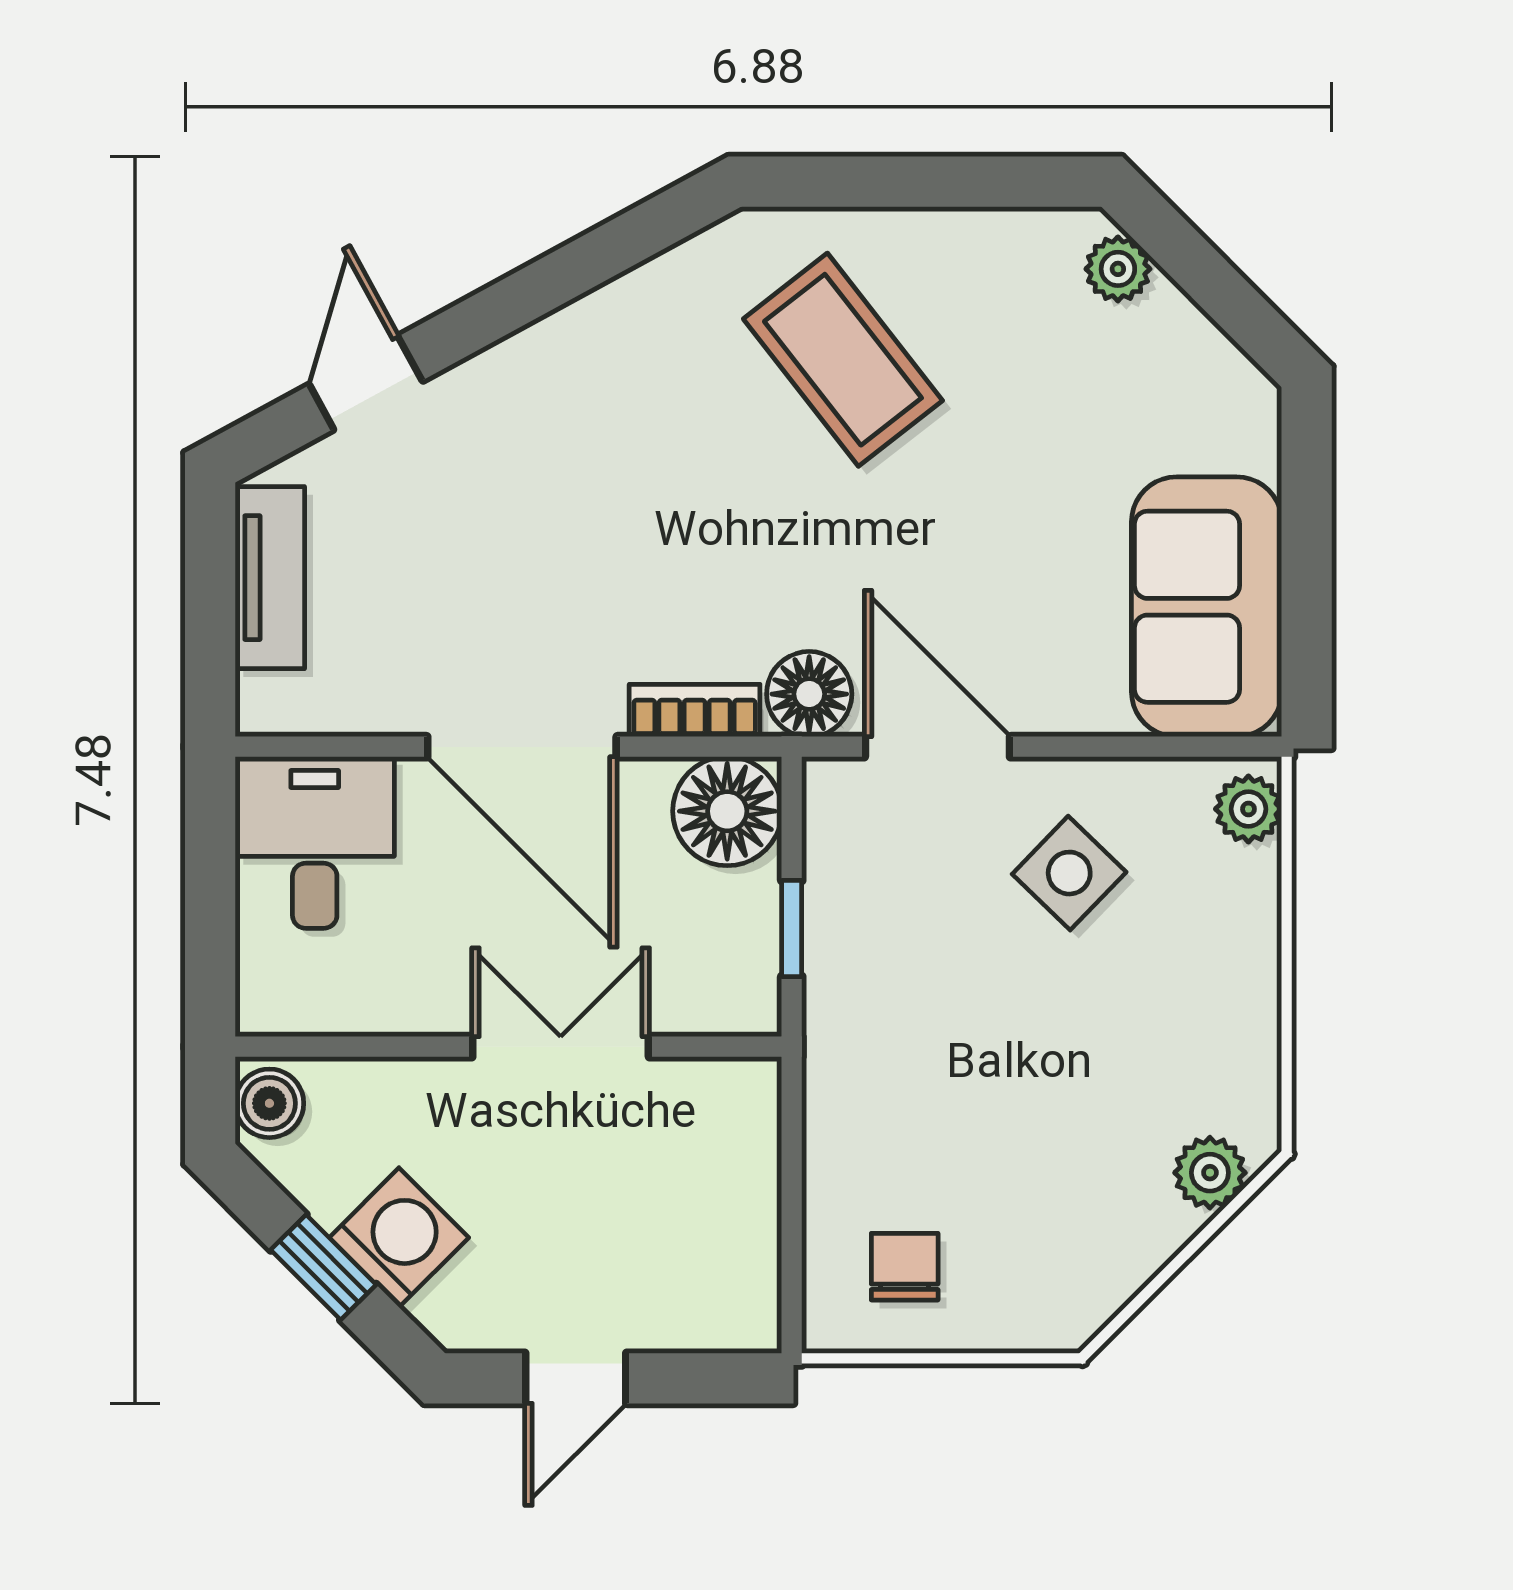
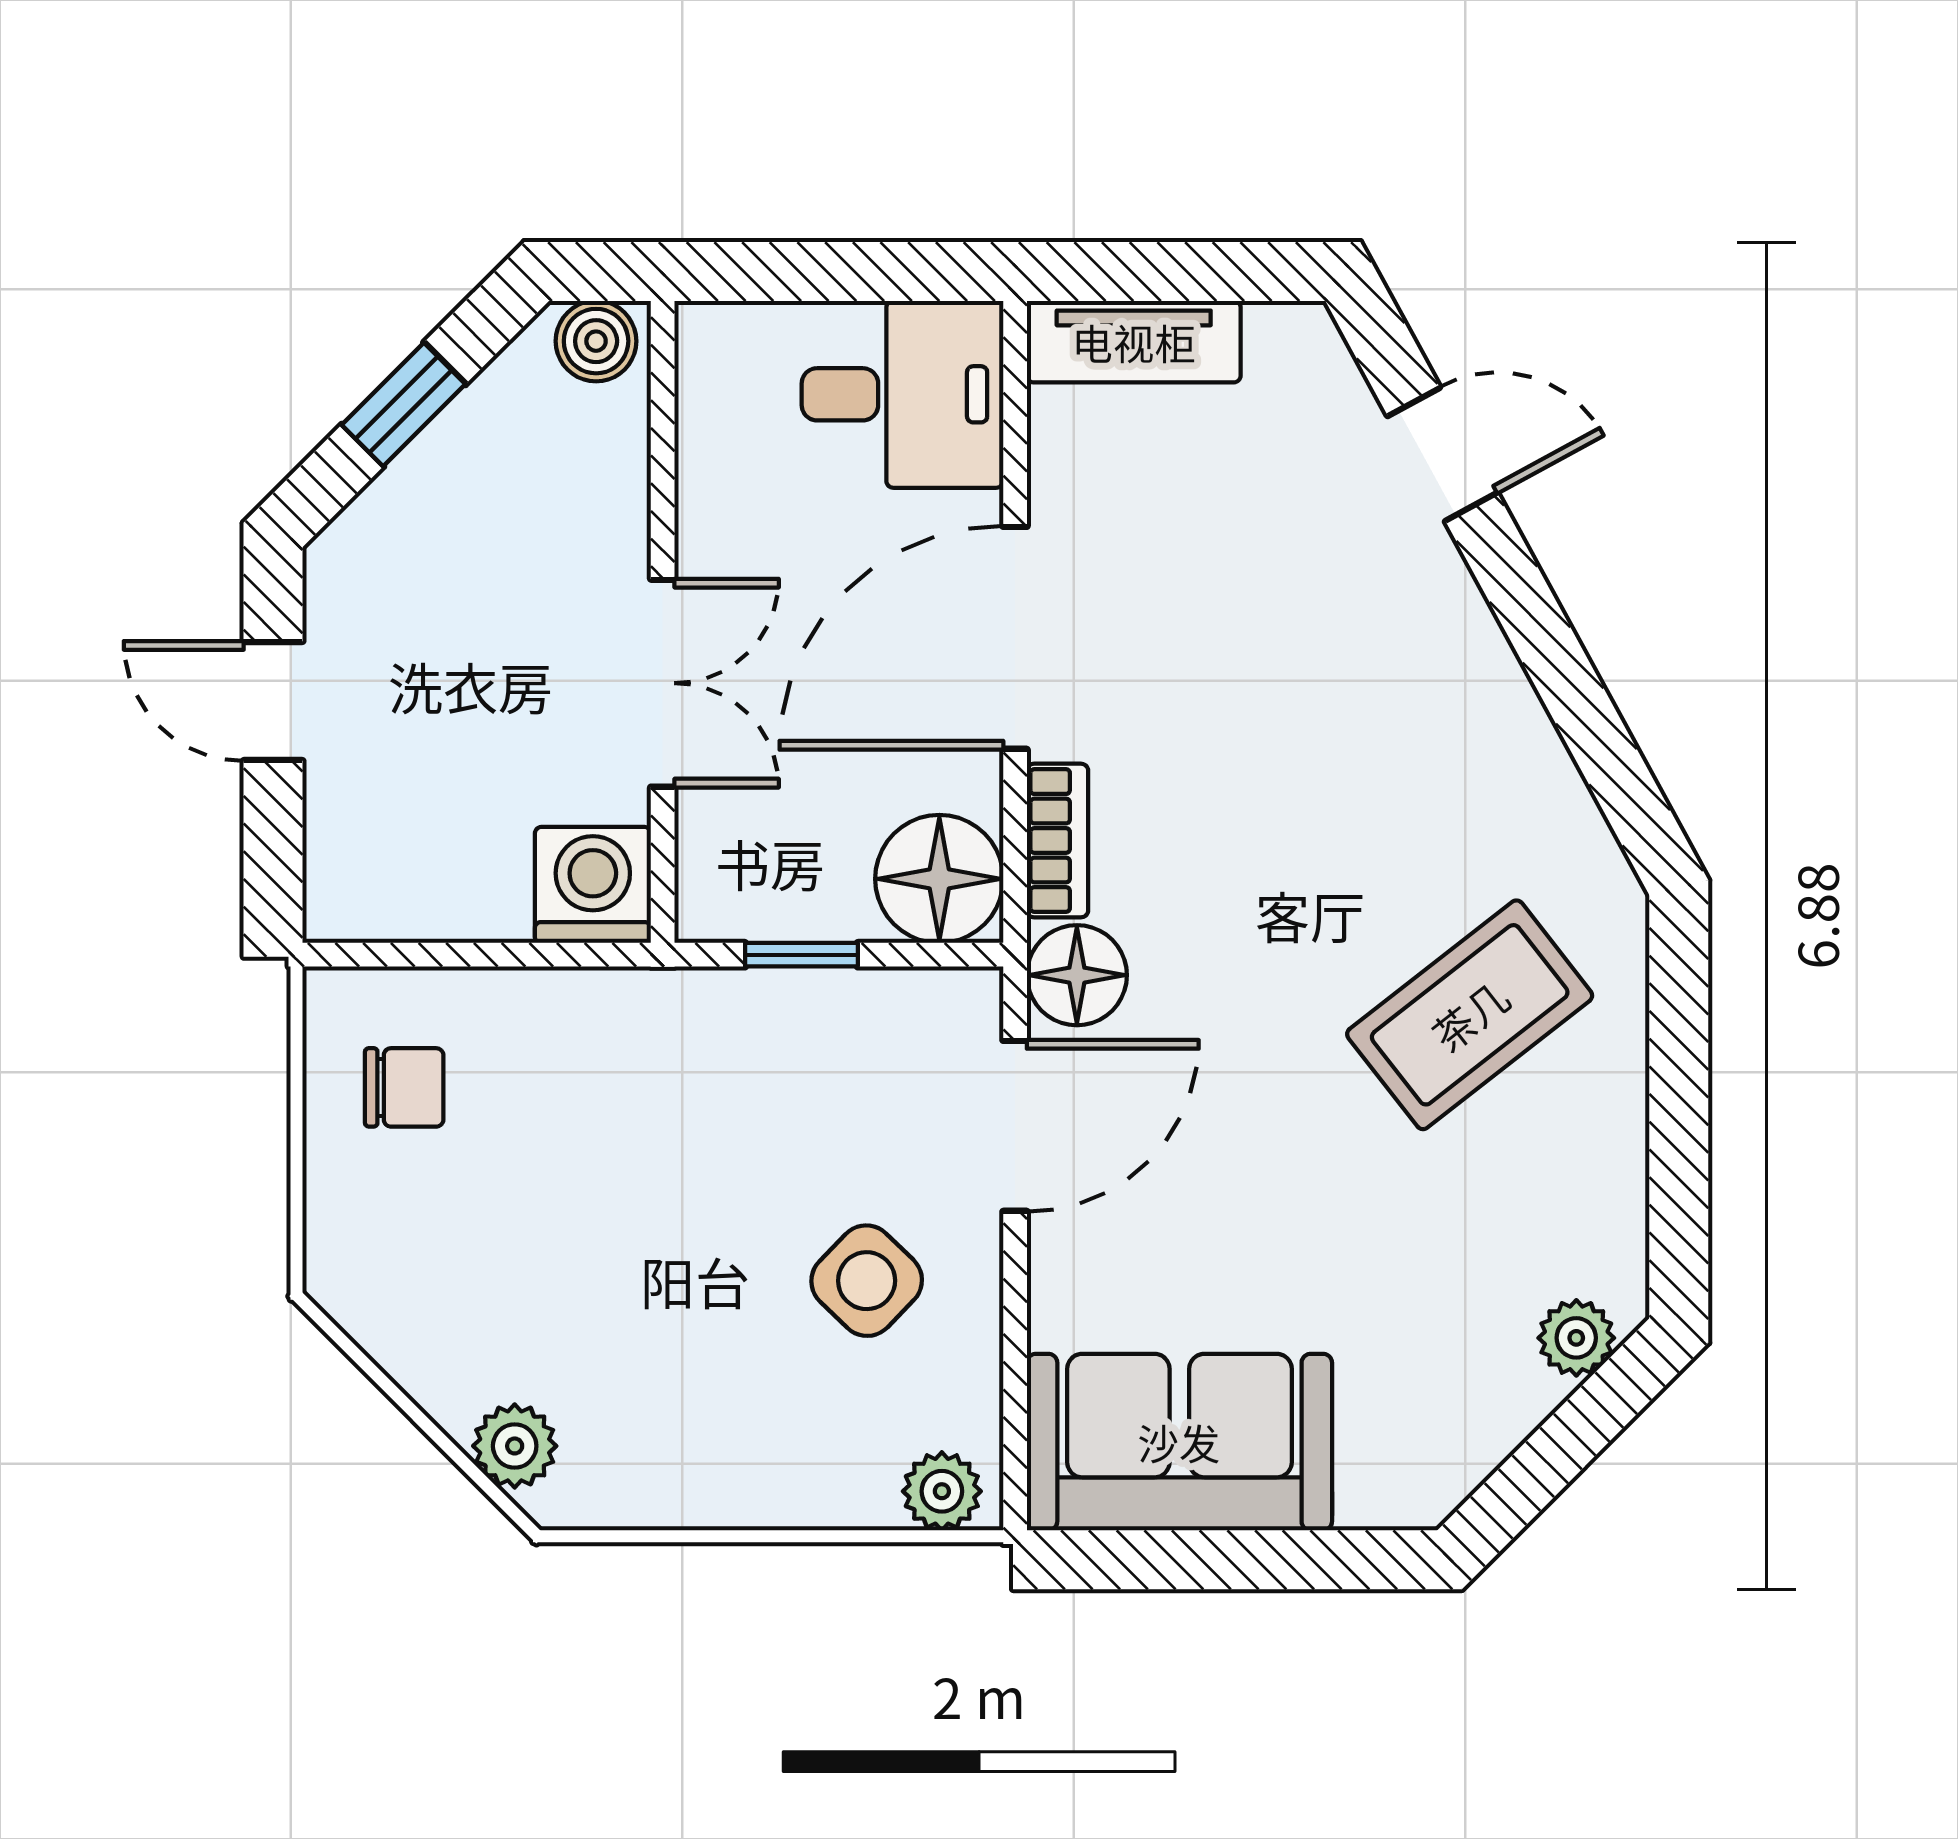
tv unit: (270, 578) -> (1134, 342), moved
washing machine: (399, 1238) -> (593, 885), moved, turned -135

